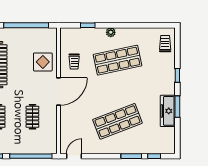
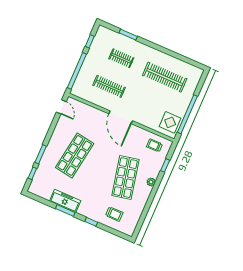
trolley: (165, 44) -> (114, 214), moved
display table: (43, 62) -> (170, 122), moved
trolley: (74, 62) -> (154, 145), moved
clothes rail: (32, 117) -> (109, 86), width x1.36
shop shelf: (117, 121) -> (75, 155), turned 30

